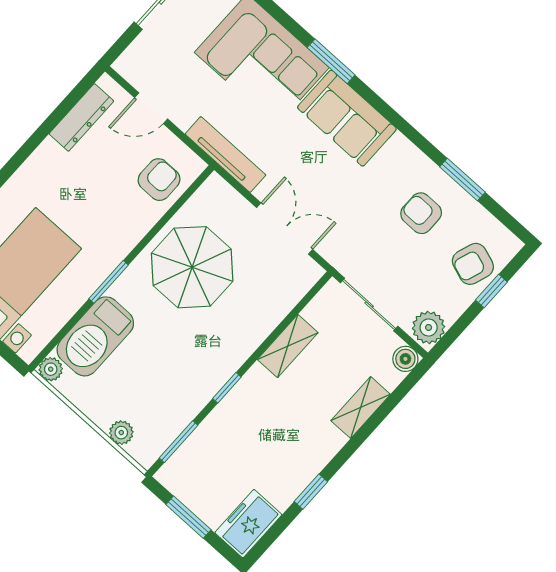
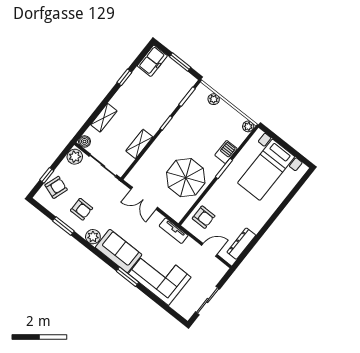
plant: (400, 153) -> (93, 237), added
tv unit: (226, 154) -> (174, 231), width x0.71
armchair: (159, 180) -> (204, 217), turned -90
barbecue: (95, 336) -> (226, 152), width x0.53, depth x0.65

